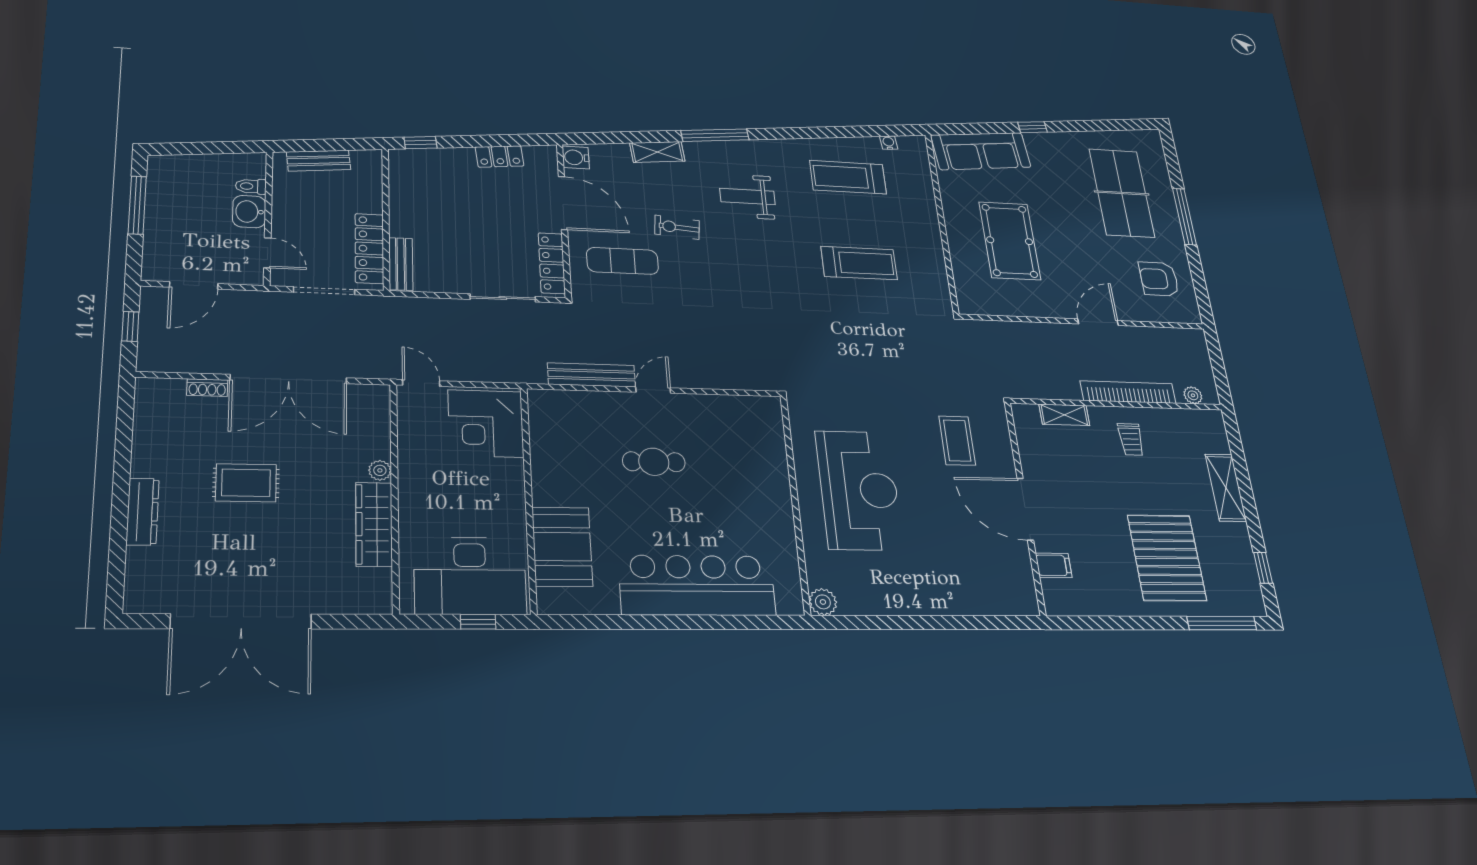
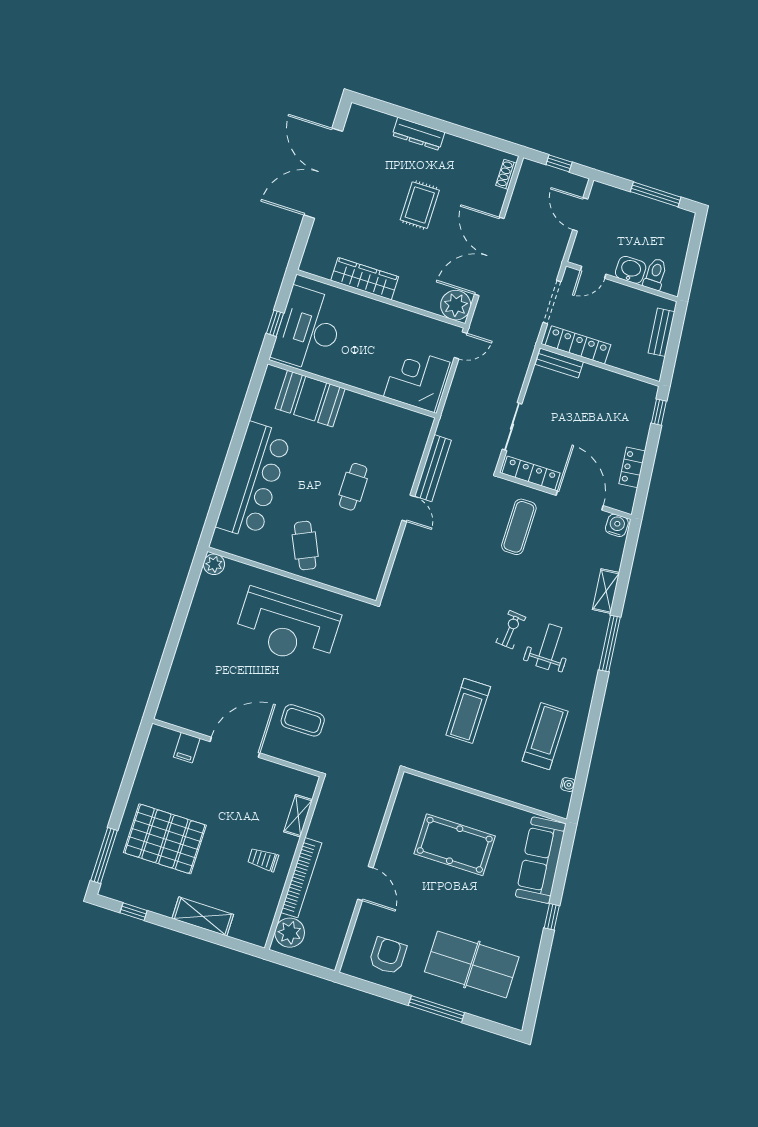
toilet: (251, 186) -> (655, 274), width x1.37, depth x1.39
door: (563, 203) -> (580, 501), swing flipped
exercise bike: (677, 227) -> (511, 630), moved
shoe rack: (207, 388) -> (506, 174), moved
plant: (1193, 395) -> (290, 933), width x1.87, depth x1.87
plant: (380, 470) -> (456, 305), moved, width x1.88, depth x1.88
cafe table: (751, 498) -> (305, 546), added

